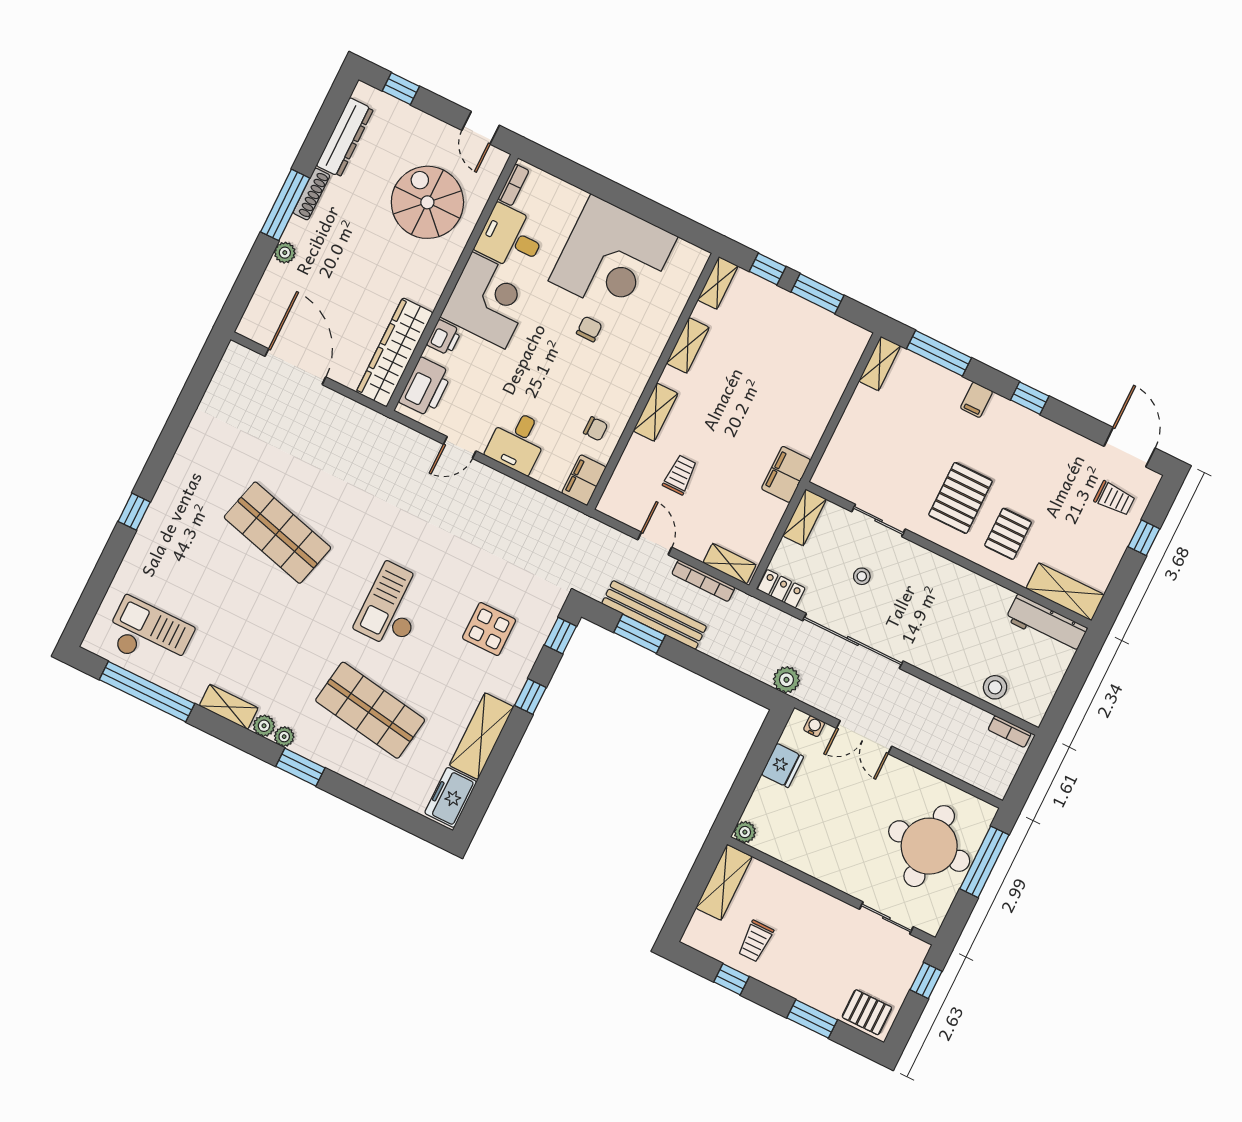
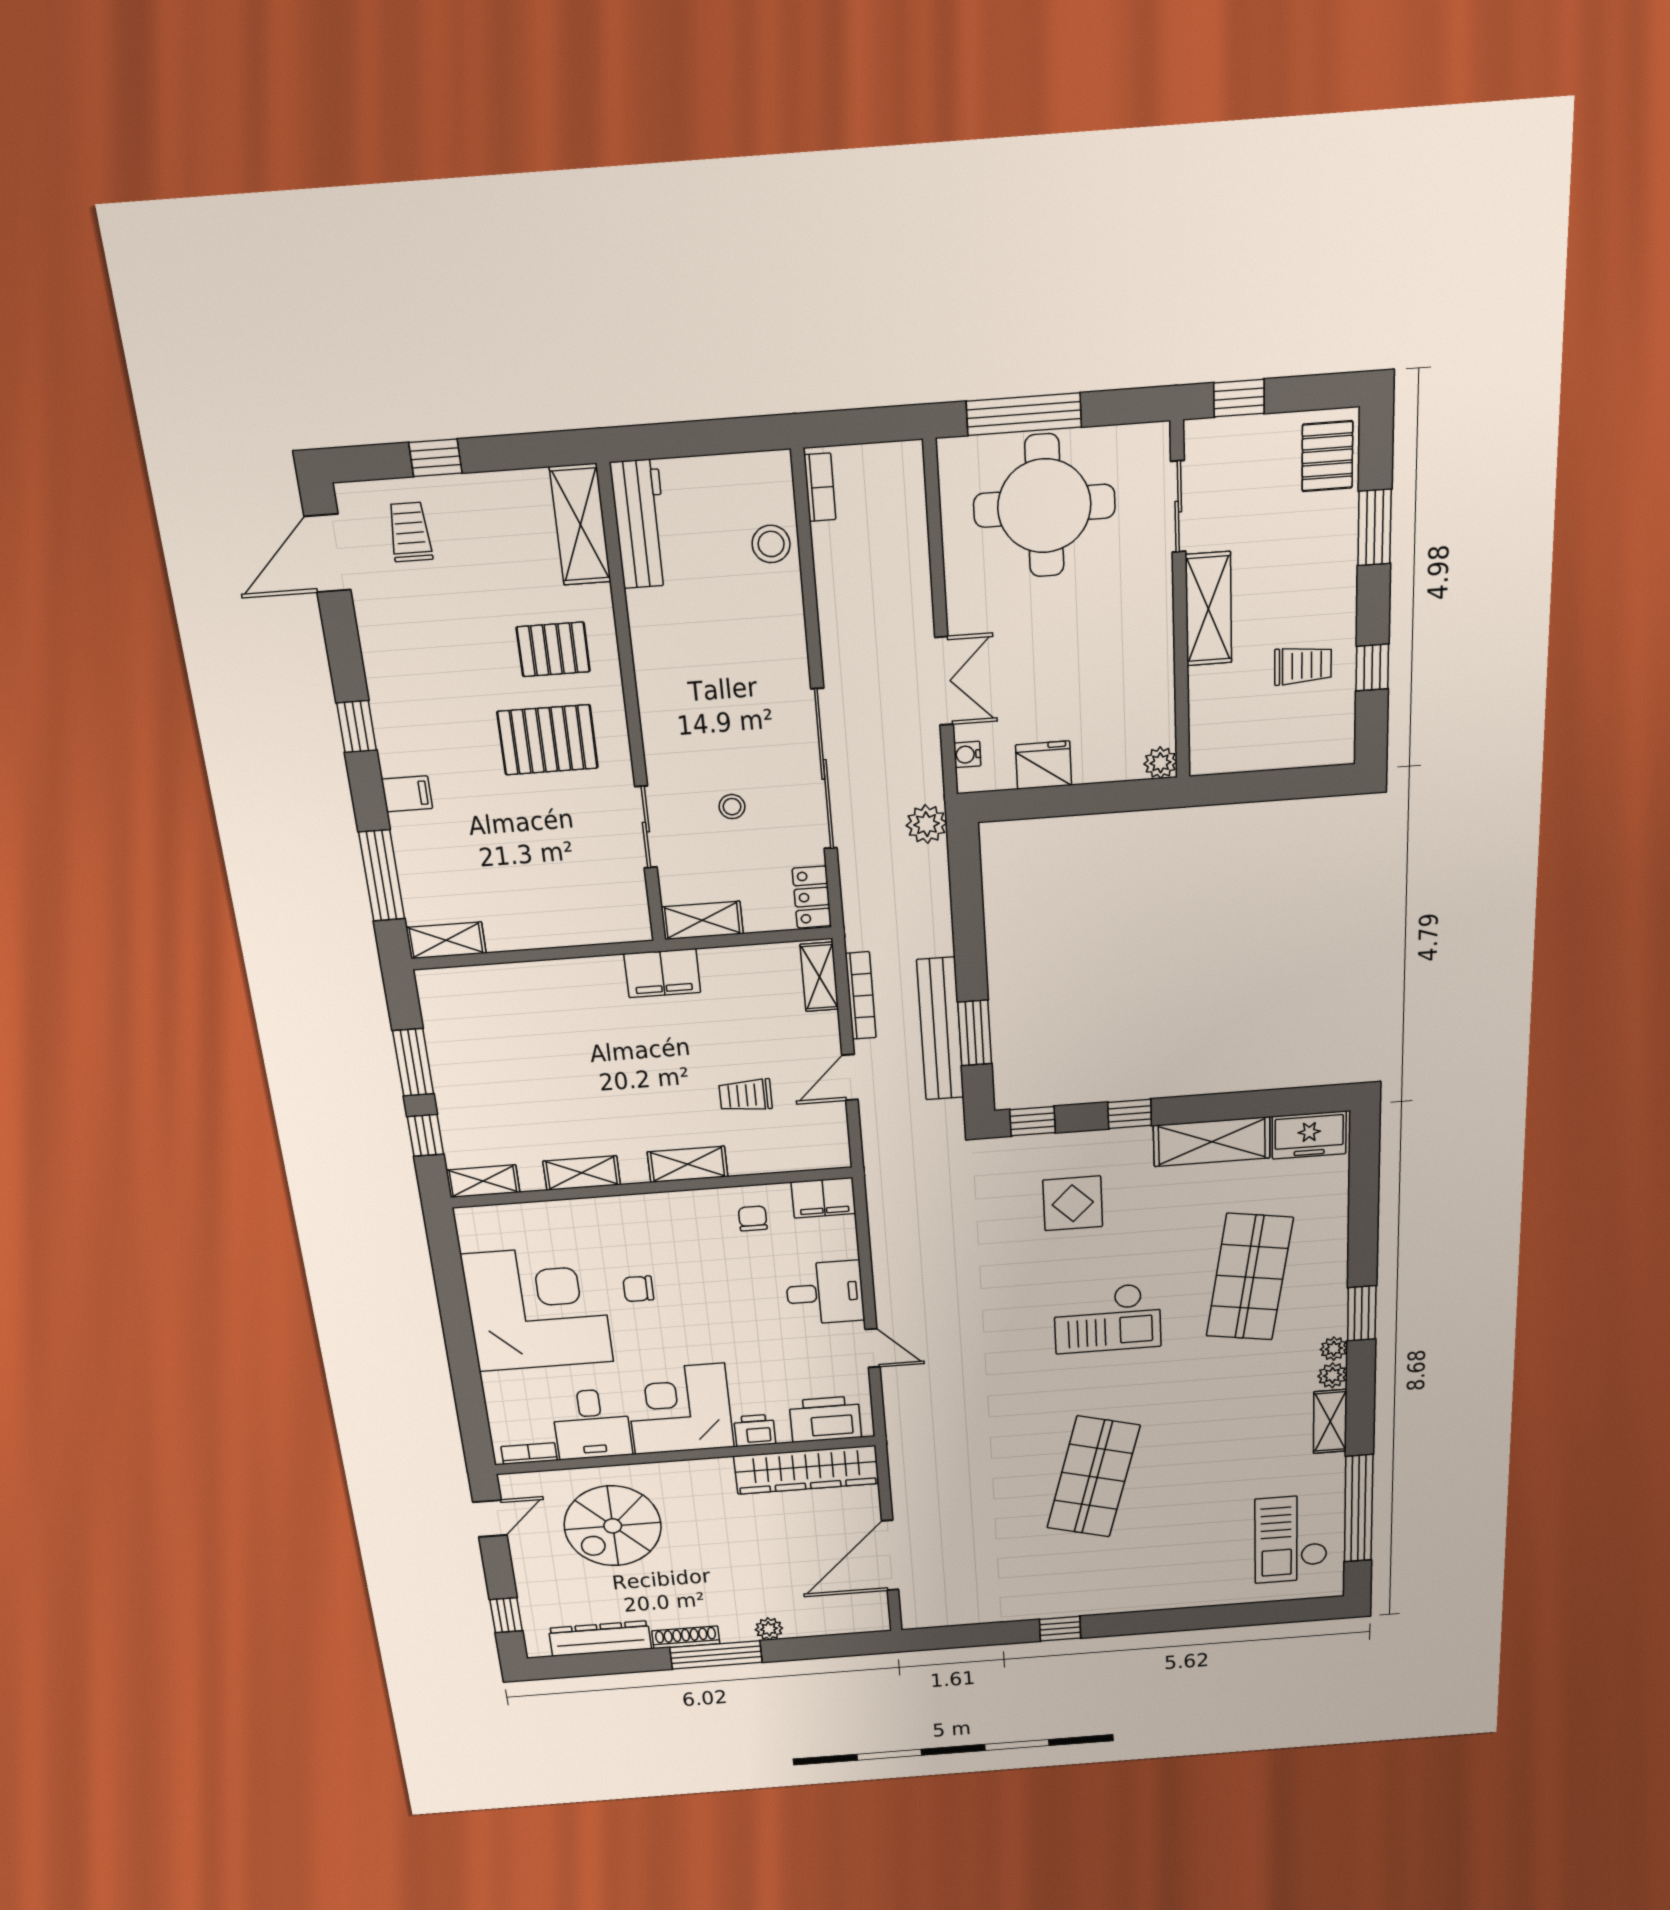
window: (134, 512) -> (1060, 1629), moved
shelving: (724, 882) -> (1209, 609), moved, turned 90

